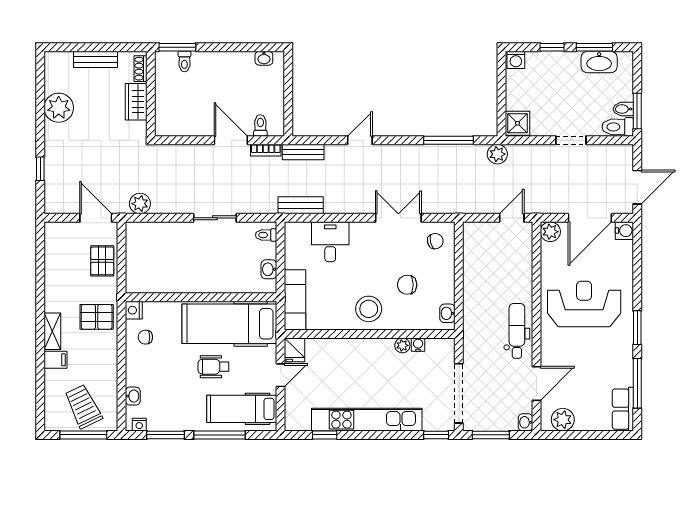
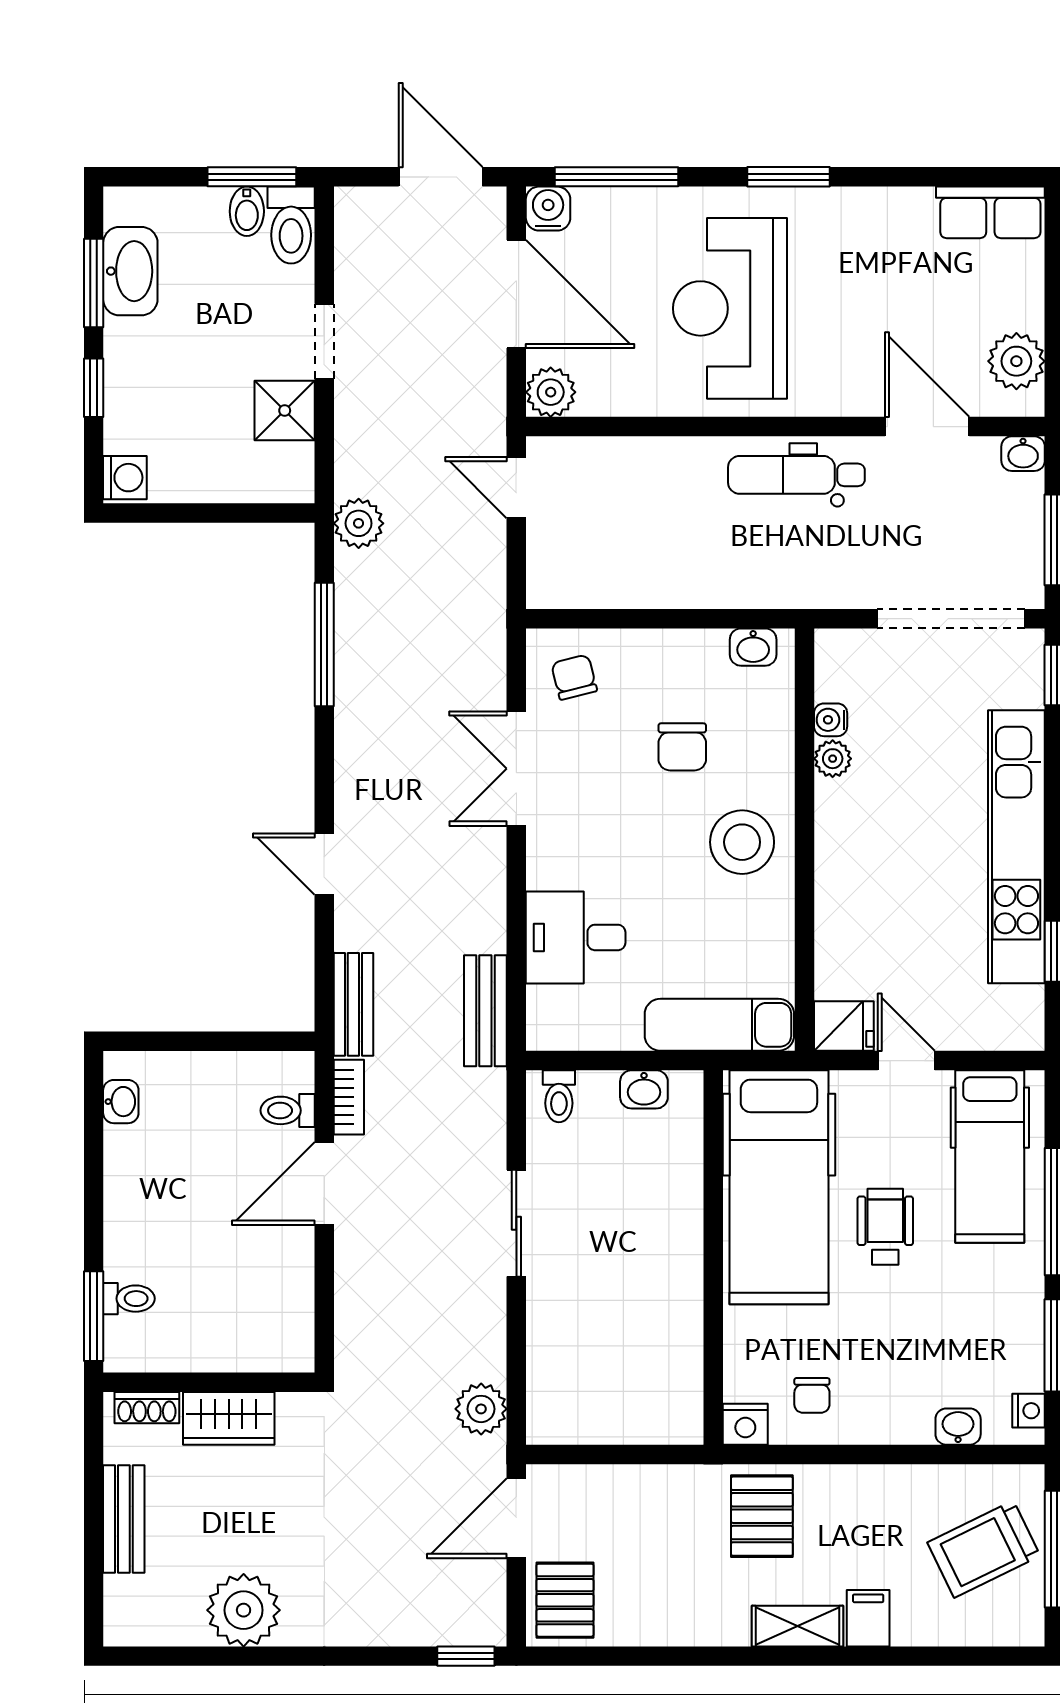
shower: (517, 123) -> (285, 411), moved
window: (40, 169) -> (466, 1656), moved
pallet: (102, 261) -> (565, 1600), moved, turned 90
wheelchair: (213, 367) -> (885, 1227), turned 180
window: (637, 383) -> (617, 177), moved

